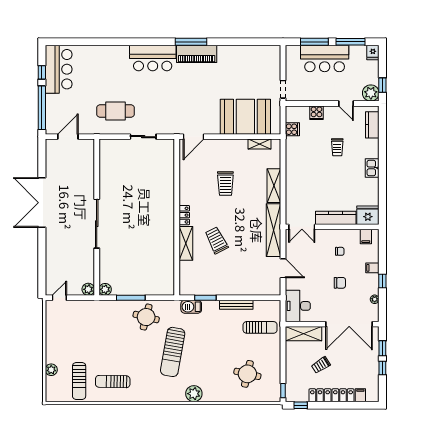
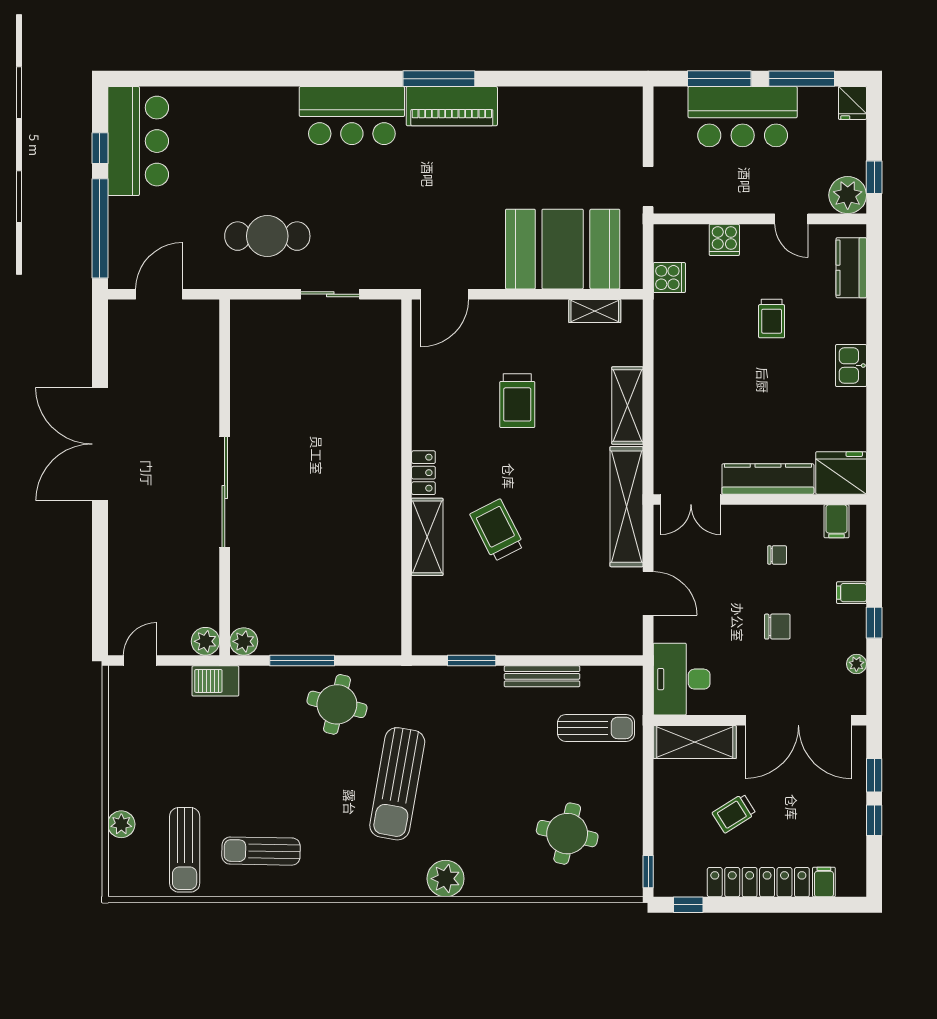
barbecue: (191, 307) -> (215, 681), moved

